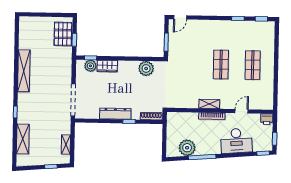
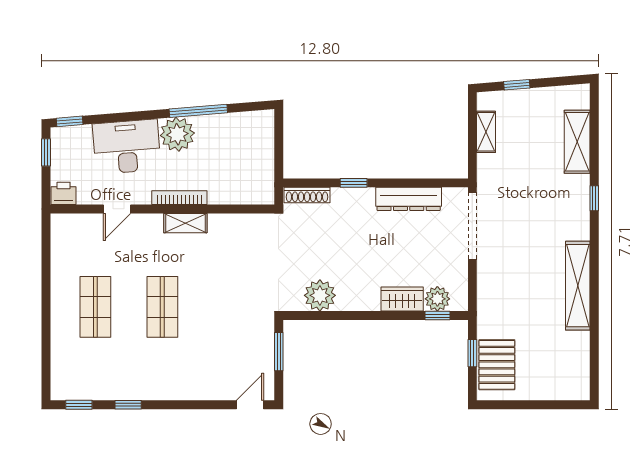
dresser: (115, 114) -> (409, 199), moved
plant: (187, 148) -> (177, 134), moved

